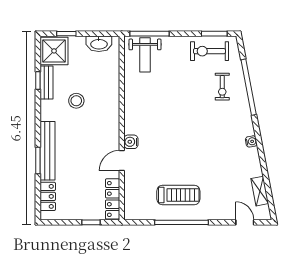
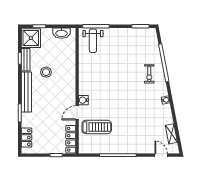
exercise bike: (209, 51) -> (137, 38), removed
exercise bike: (222, 87) -> (149, 74), moved
bench: (47, 151) -> (26, 92), moved
treadmill: (178, 195) -> (97, 127), moved

